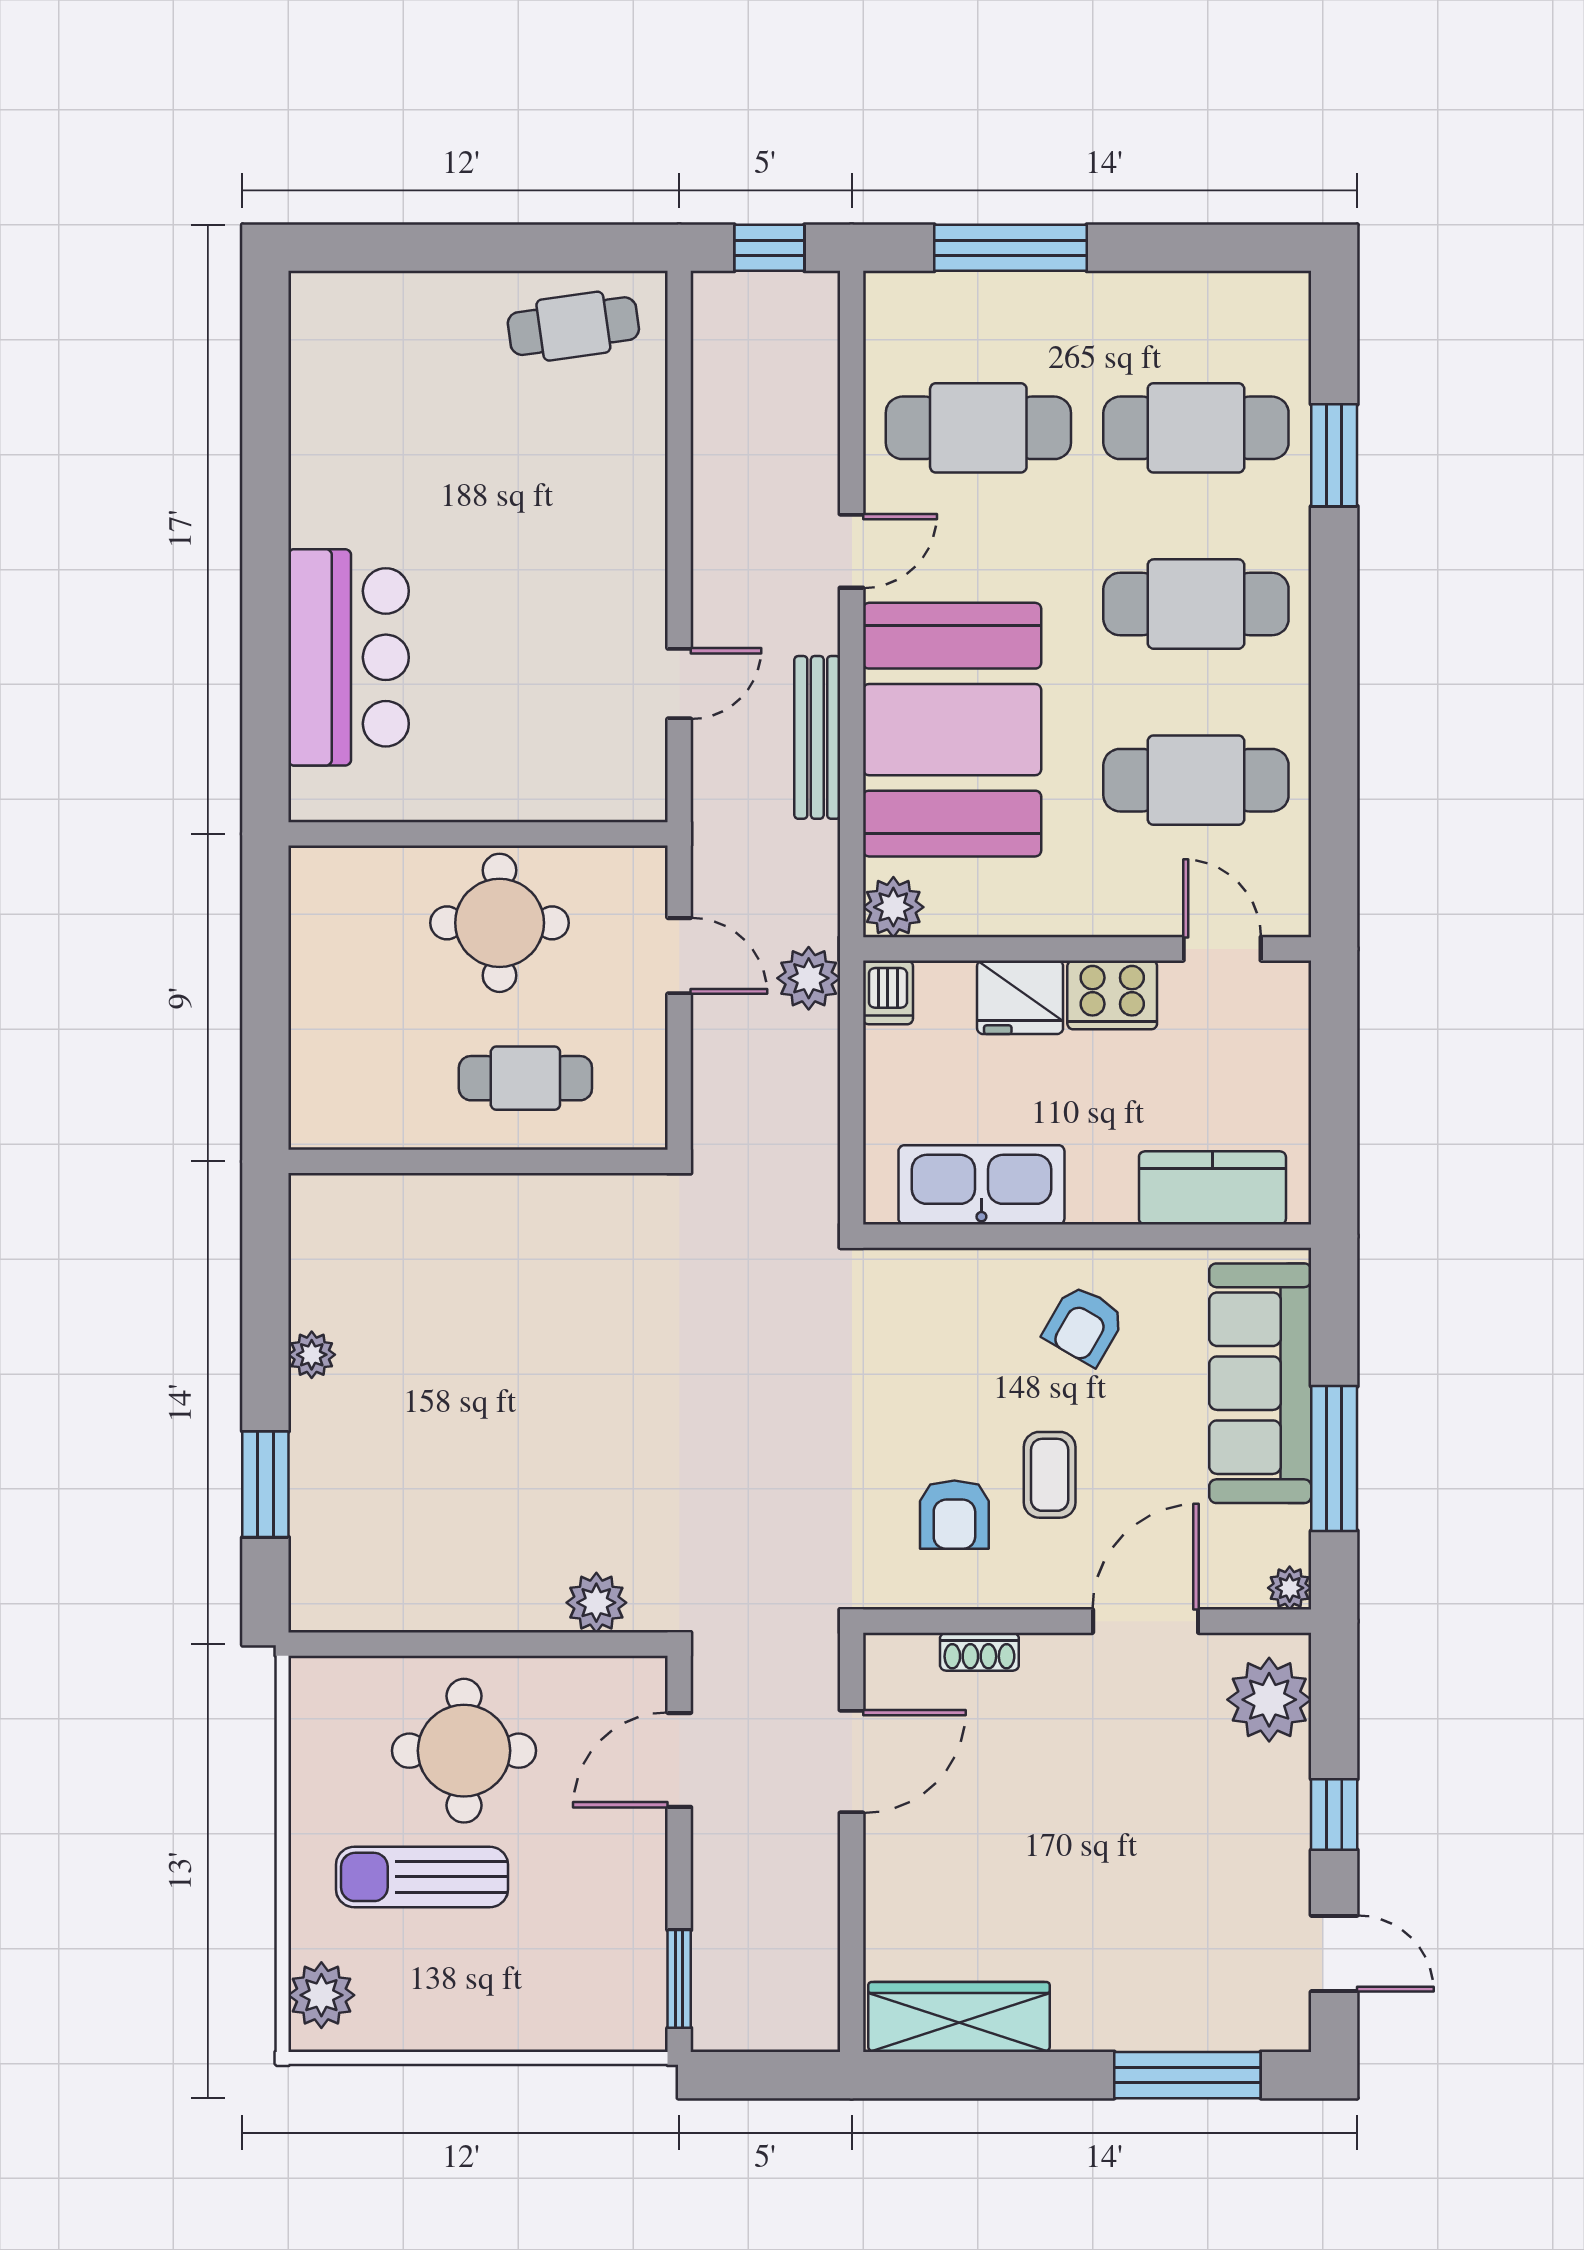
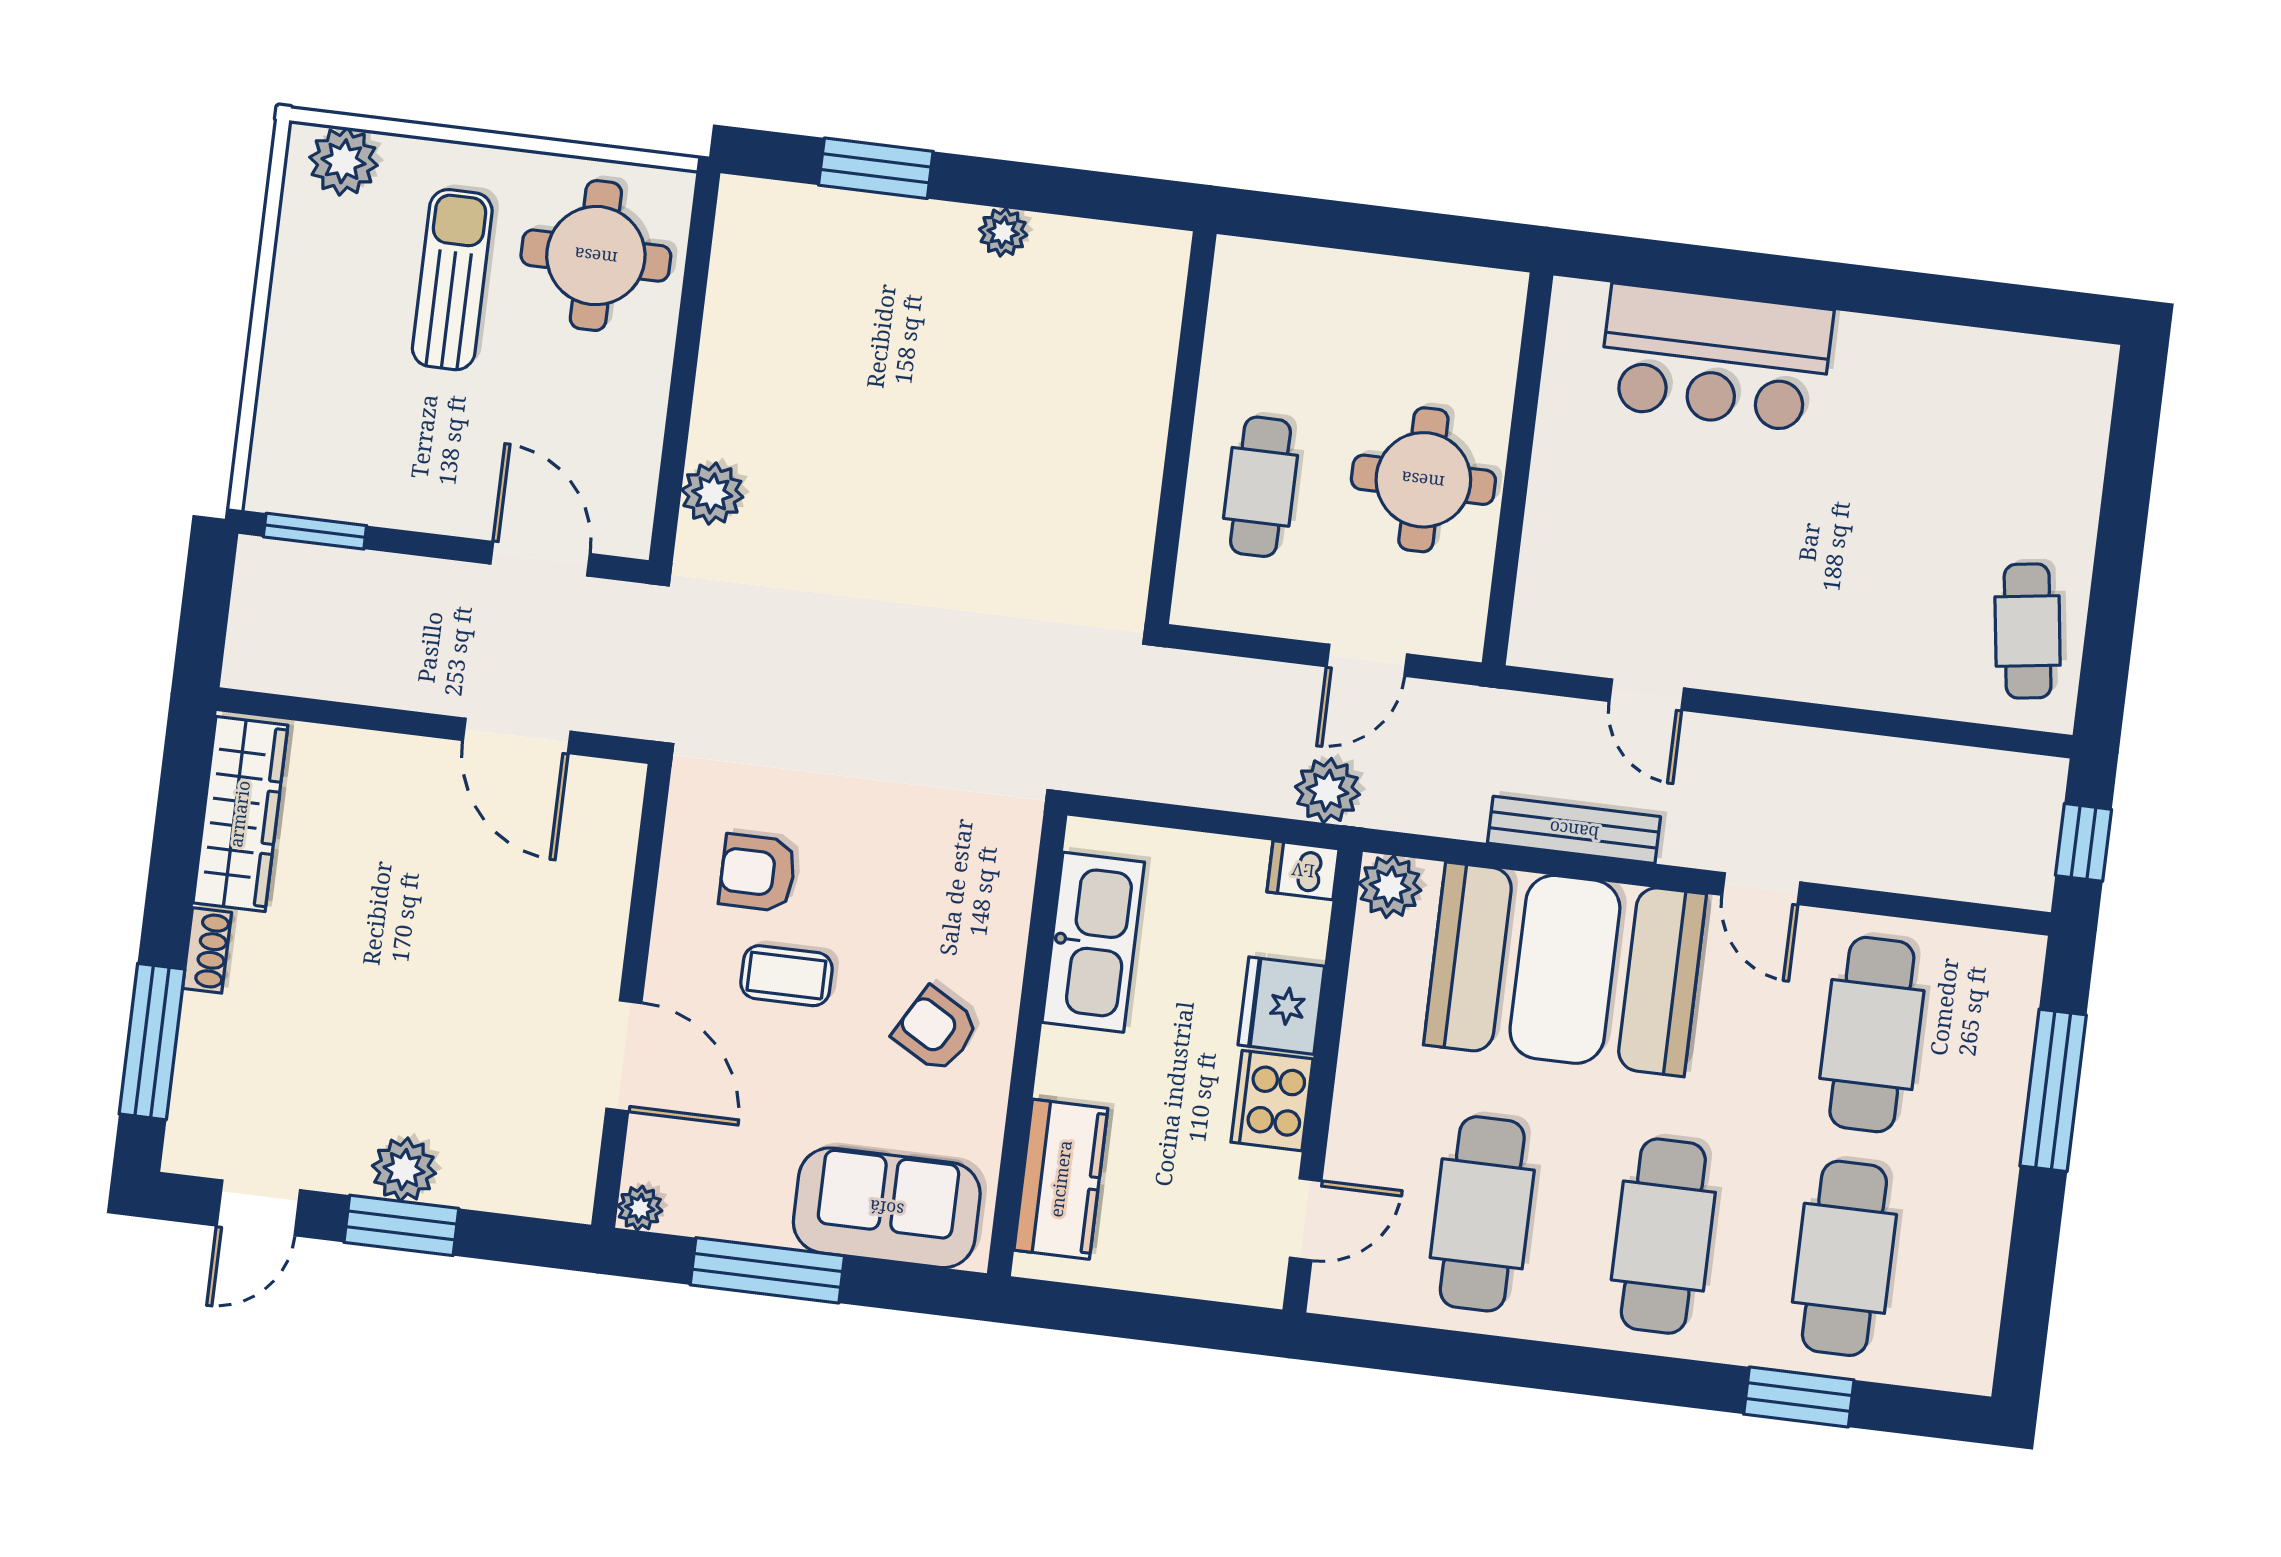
sofa: (1260, 1383) -> (887, 1208), width x0.73
shoe rack: (979, 1652) -> (207, 950), moved, turned 180
plant: (1269, 1700) -> (404, 1170), moved, width x0.73, depth x0.73
round table: (464, 1751) -> (596, 256), moved
window: (1334, 1814) -> (401, 1225), width x1.50

